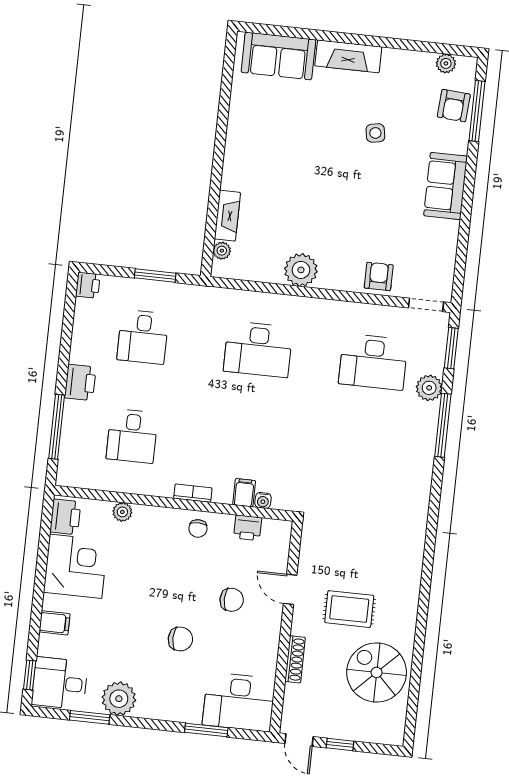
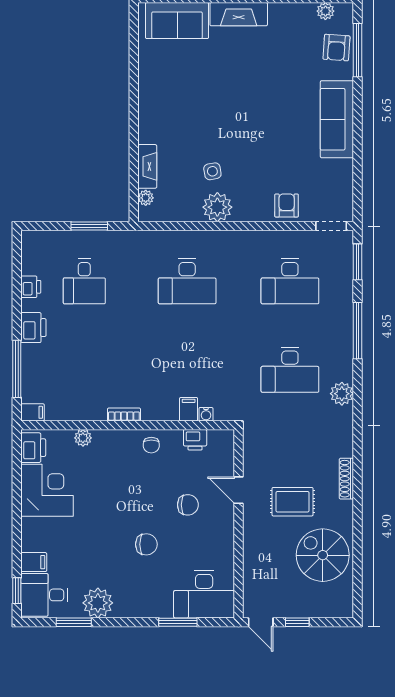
side table: (375, 133) -> (212, 171), moved
sofa: (446, 186) -> (337, 119), width x1.36
printer: (88, 285) -> (31, 287), moved
plant: (429, 388) -> (342, 394), moved
desk: (132, 436) -> (290, 370), moved, width x1.37
filing cabinet: (69, 477) -> (33, 412), added
bookcase: (193, 493) -> (124, 414), moved
filing cabinet: (54, 623) -> (34, 562), moved
shoe rack: (295, 659) -> (346, 479), moved, turned 180

